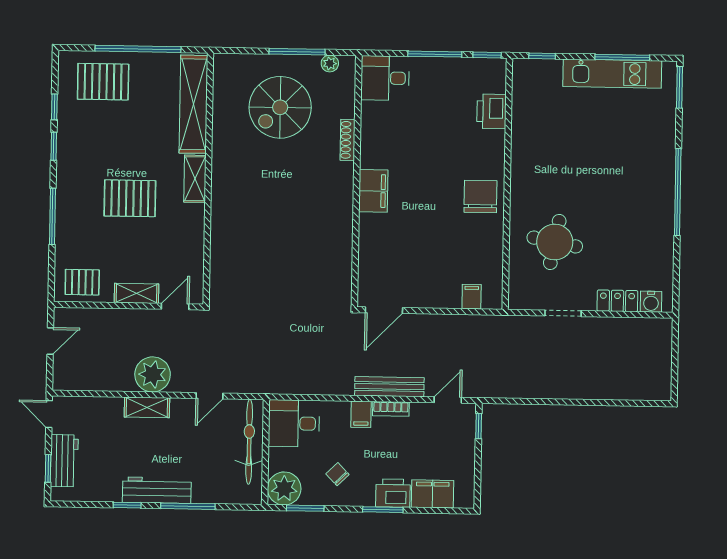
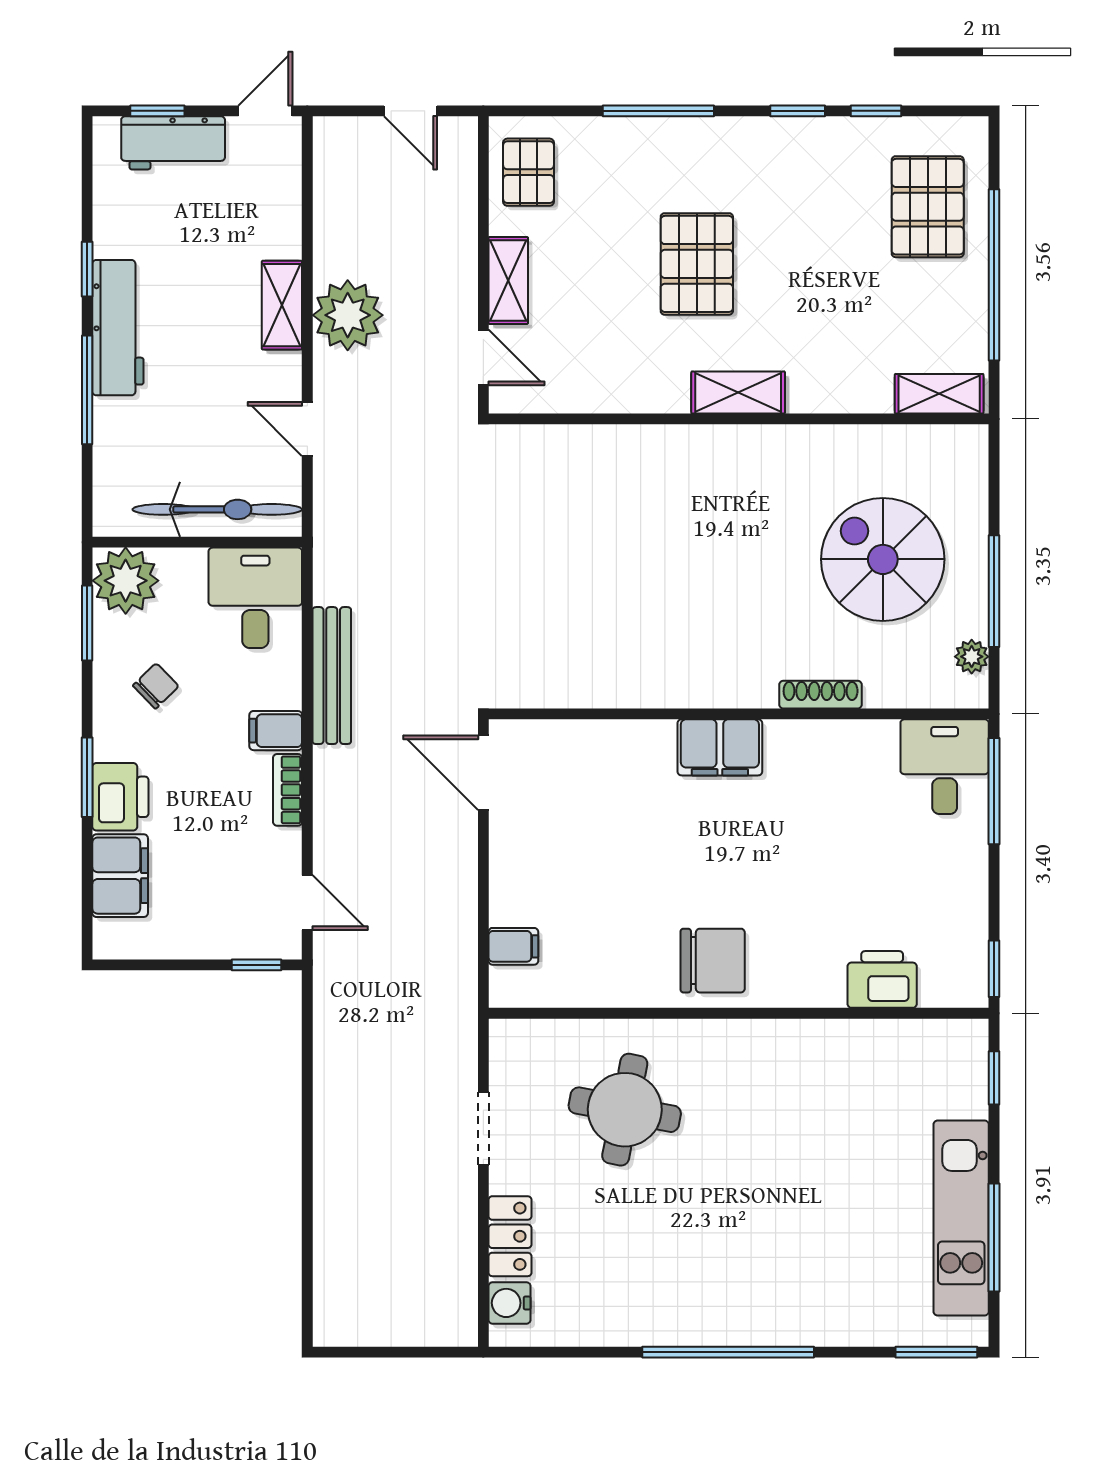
window: (435, 54) -> (994, 791), moved
shelving: (193, 104) -> (939, 394), width x0.45, depth x0.75
bench: (389, 387) -> (332, 676), moved

